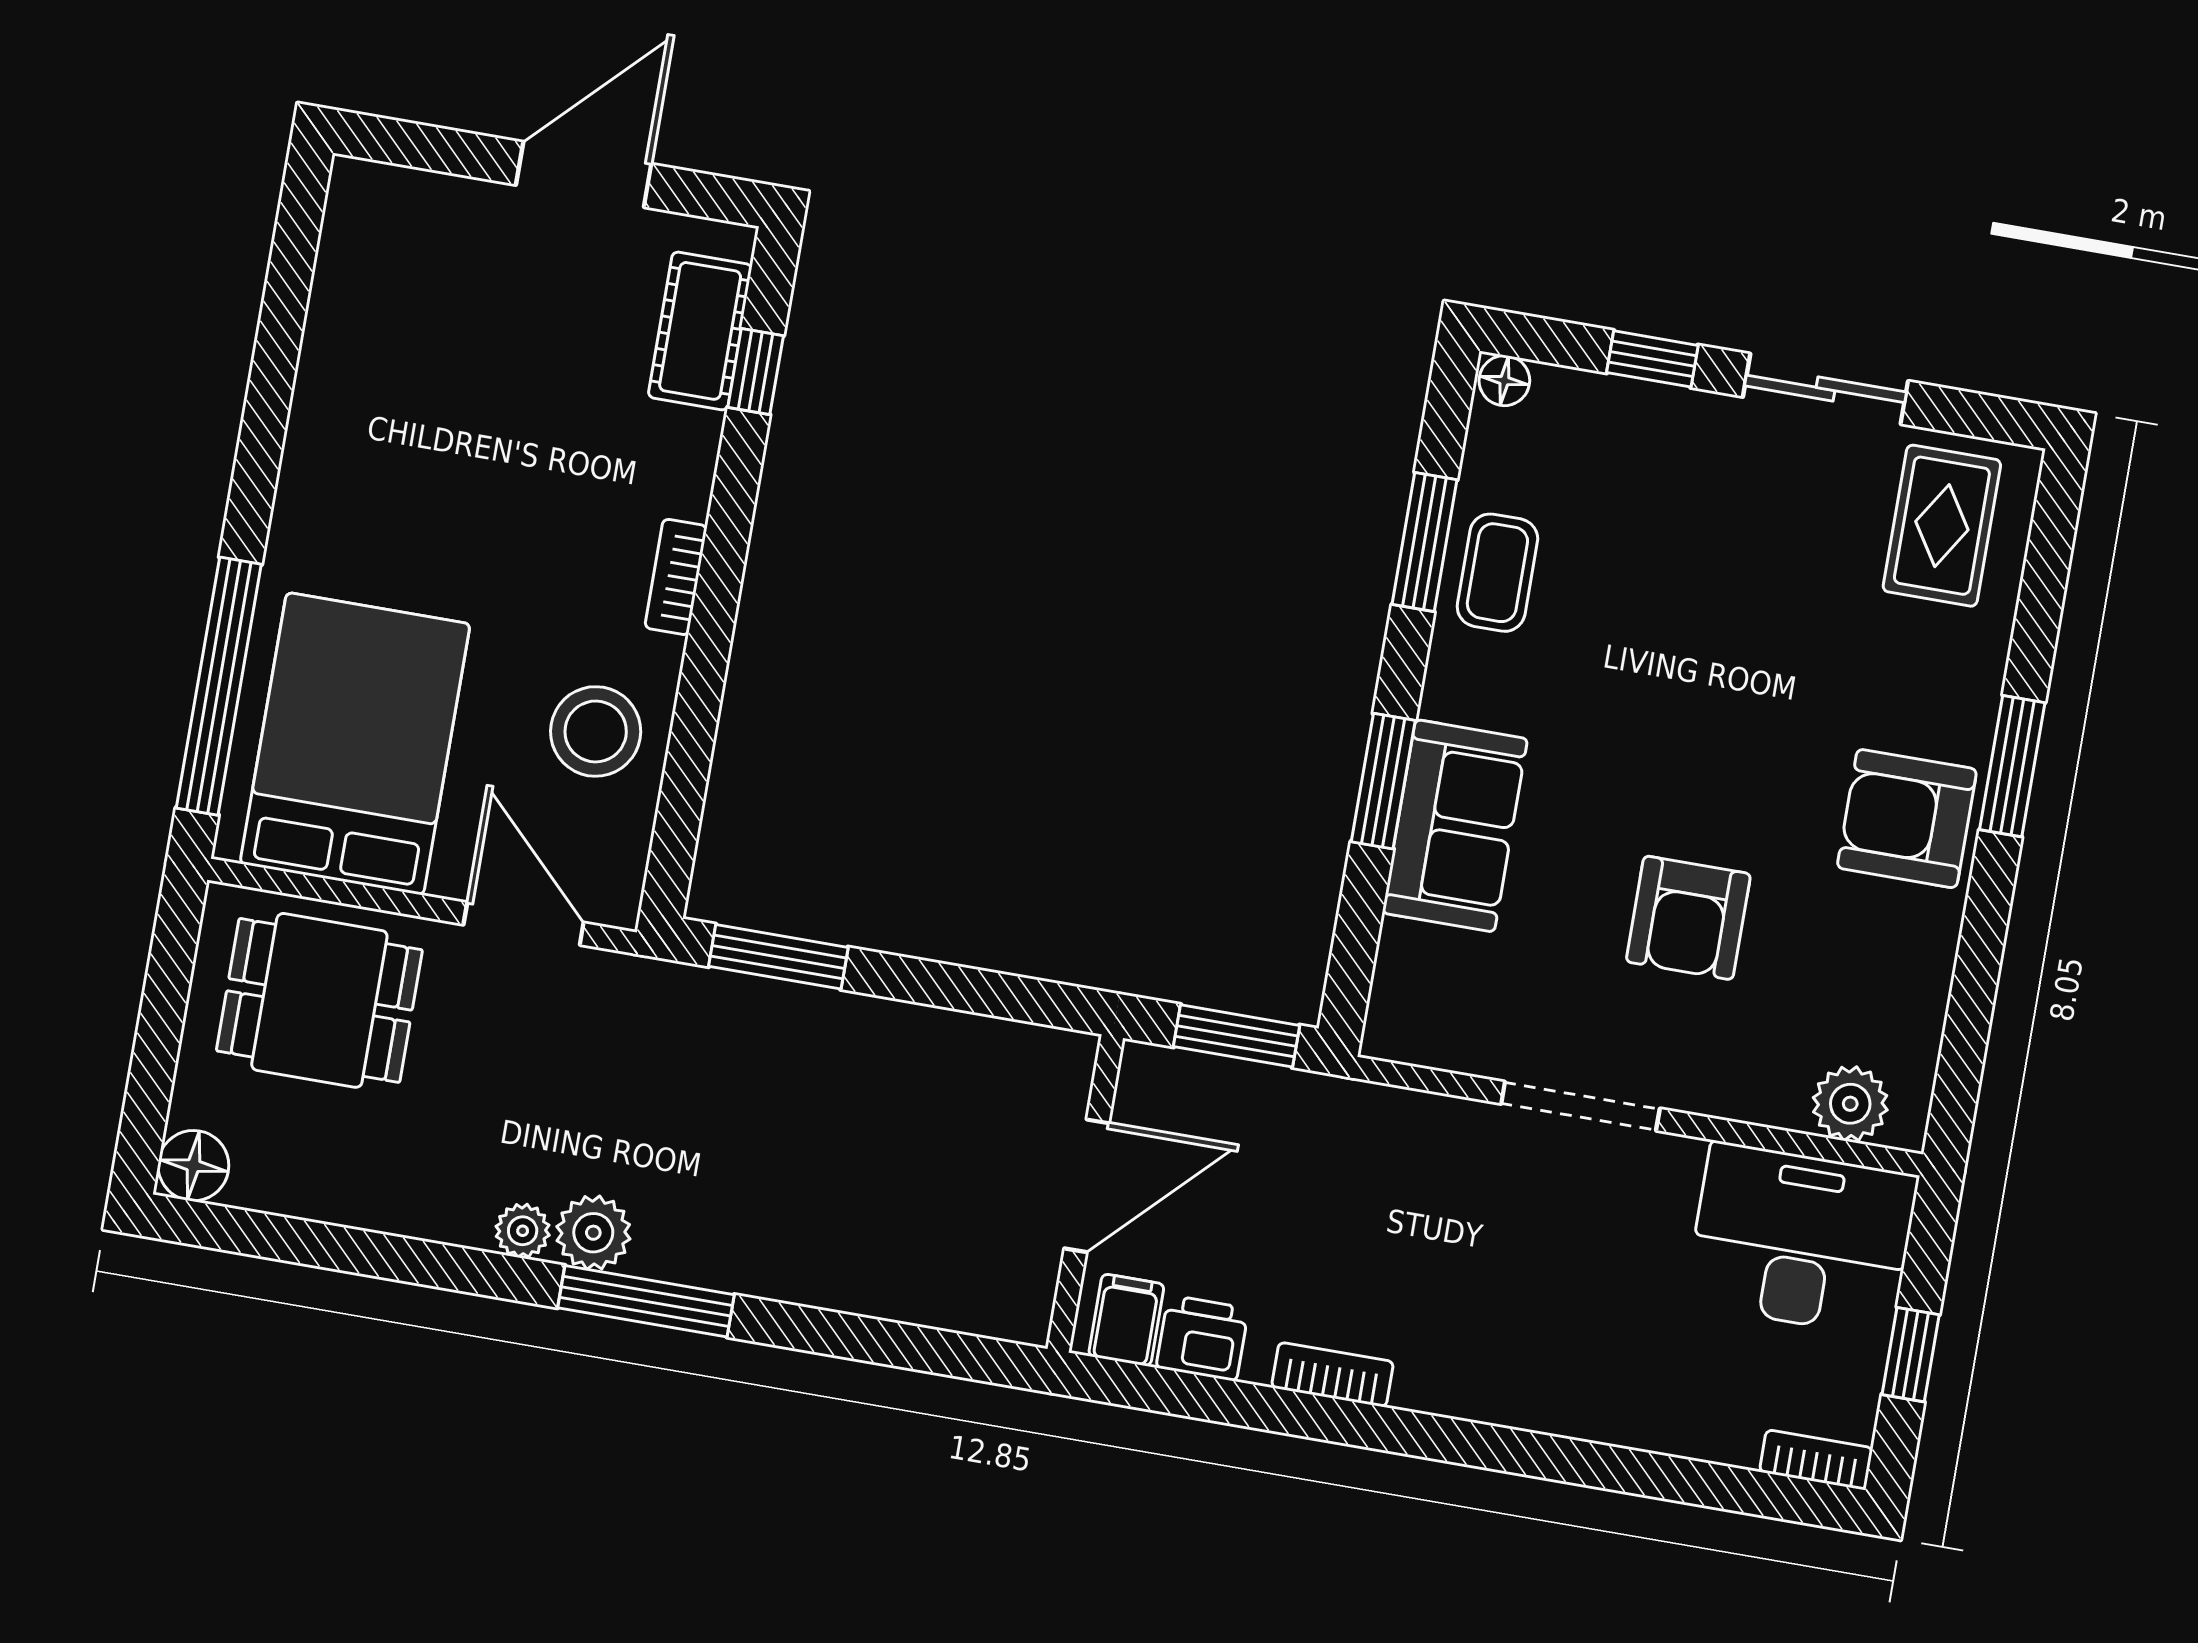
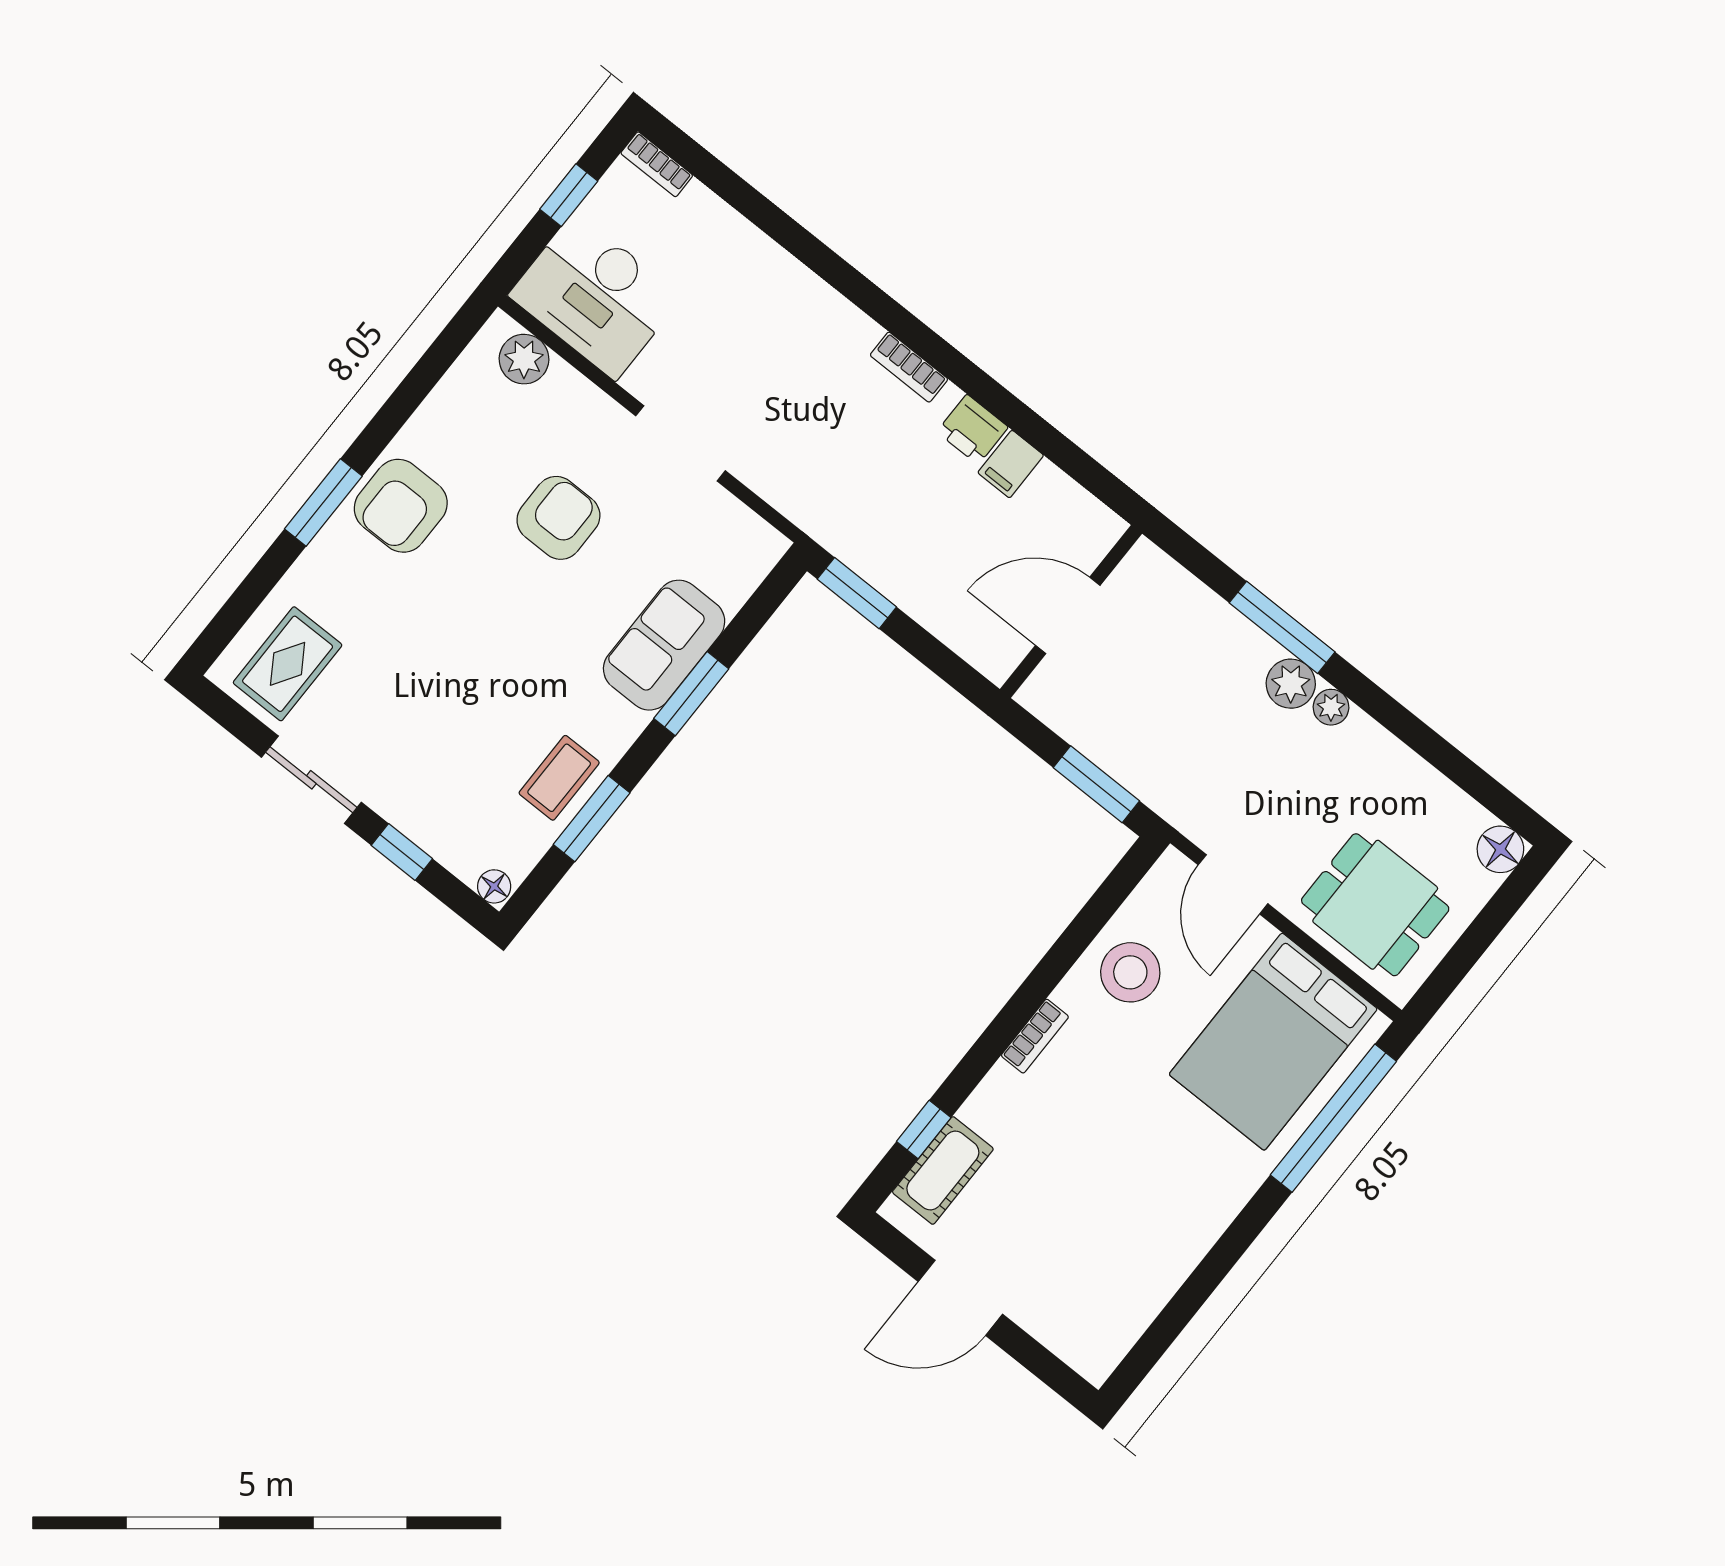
armchair: (1907, 819) -> (401, 506), turned 90
door: (1087, 1186) -> (1068, 615), moved
wall: (1085, 1193) -> (1071, 611), moved

